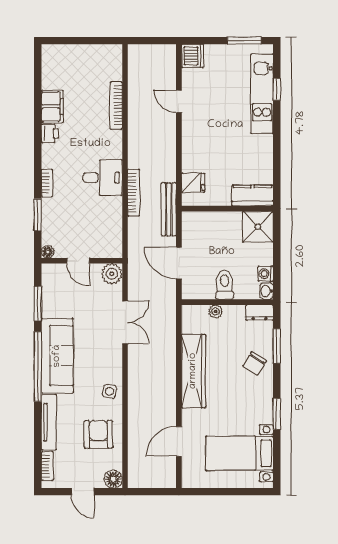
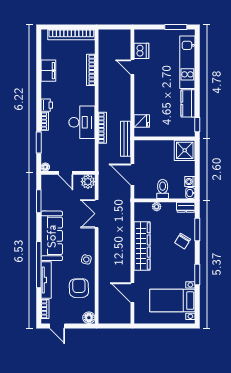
bookcase: (87, 52) -> (71, 35), added
dishwasher: (193, 56) -> (141, 51), moved
window: (277, 89) -> (197, 125), moved
printer: (50, 134) -> (47, 105), moved
desk: (103, 178) -> (82, 122), width x1.37
kitchen counter: (252, 196) -> (188, 103), moved, turned -90
double door: (125, 322) -> (97, 214), swing flipped
window: (38, 367) -> (39, 265), moved
door: (179, 441) -> (132, 293), hinge flipped
door: (83, 492) -> (57, 326), moved

